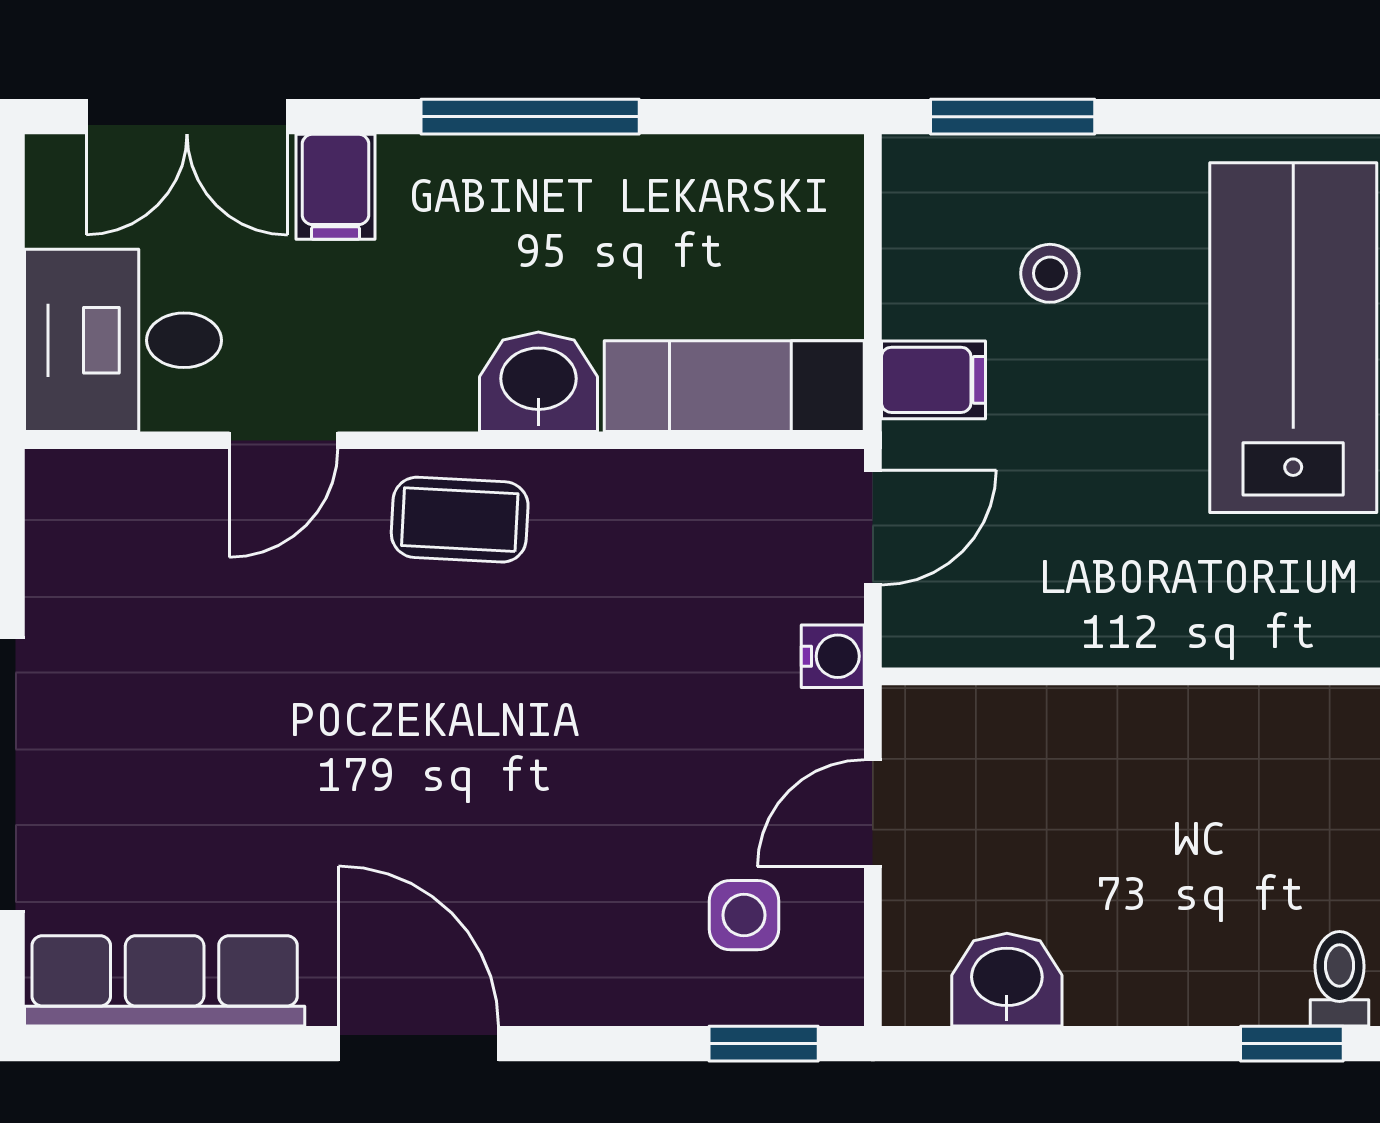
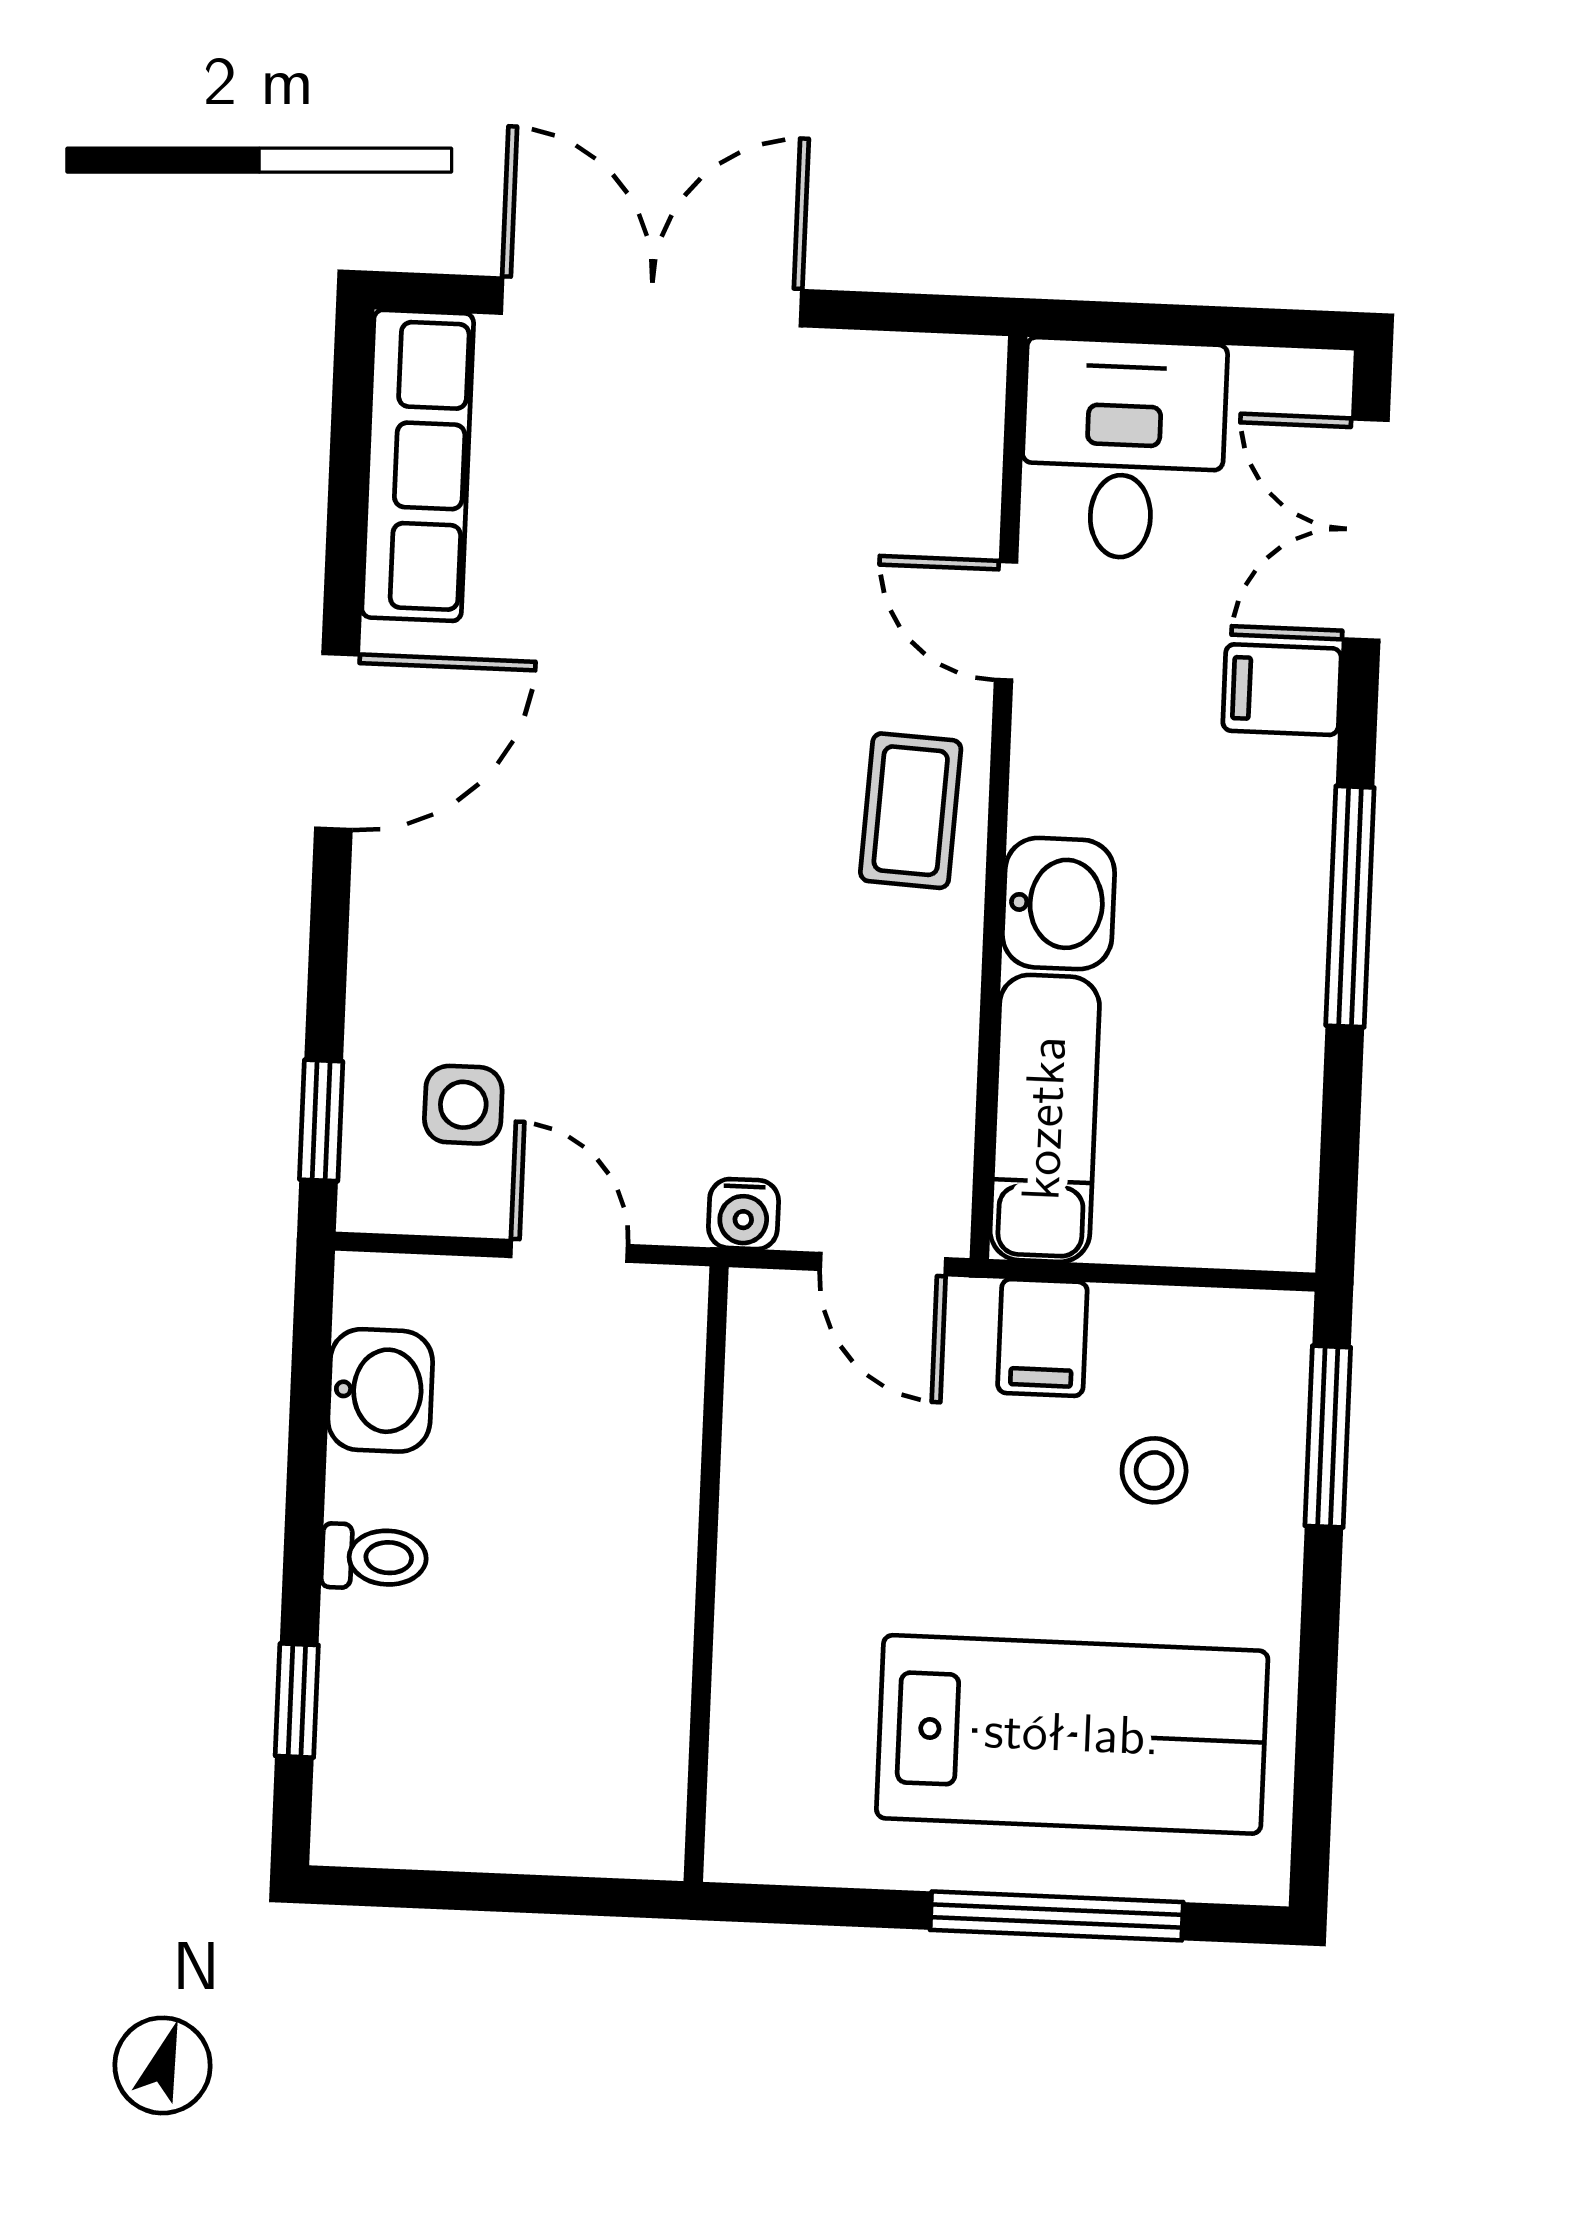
toilet: (1339, 979) -> (374, 1557), moved

